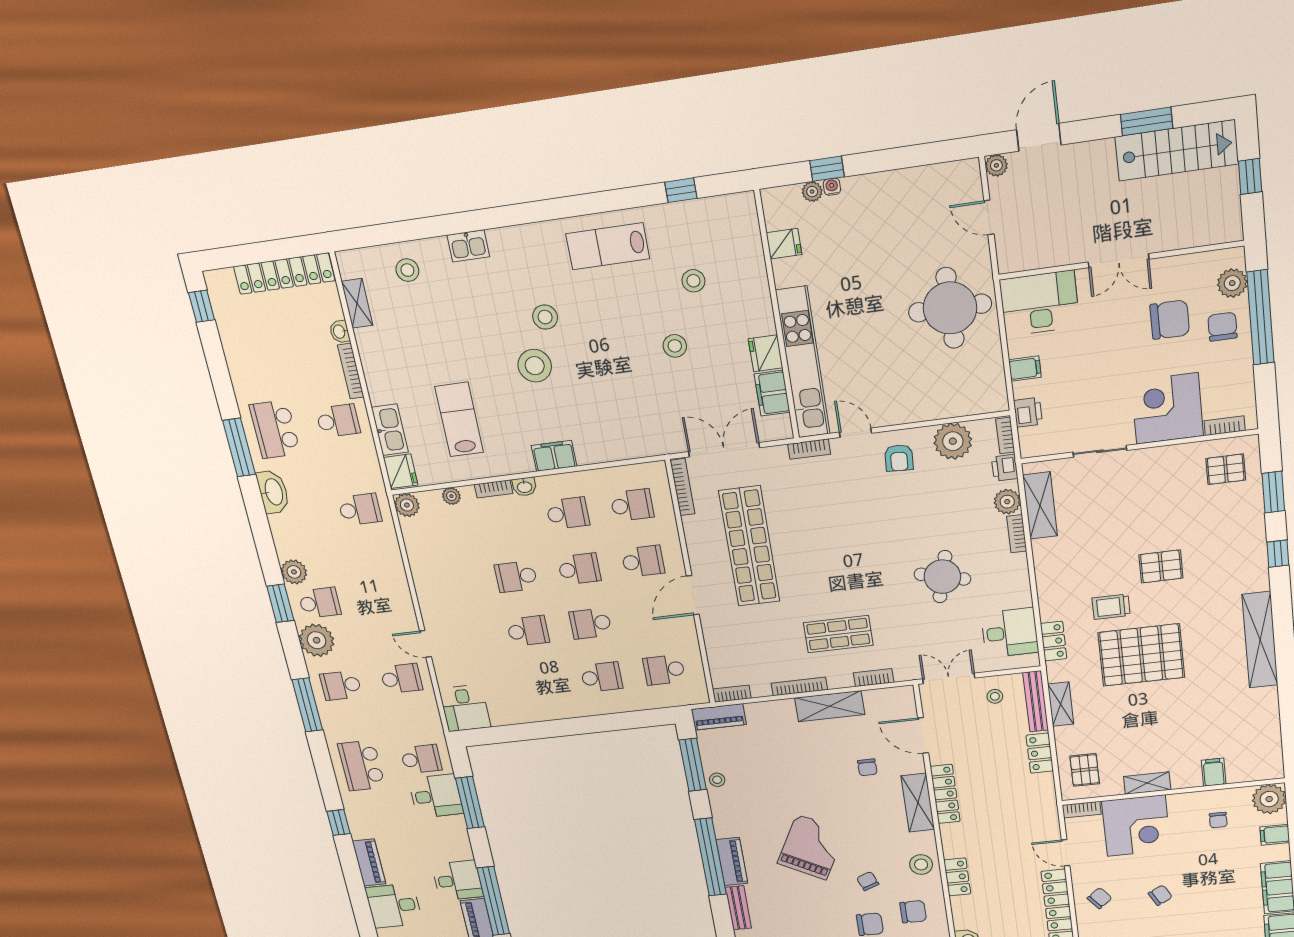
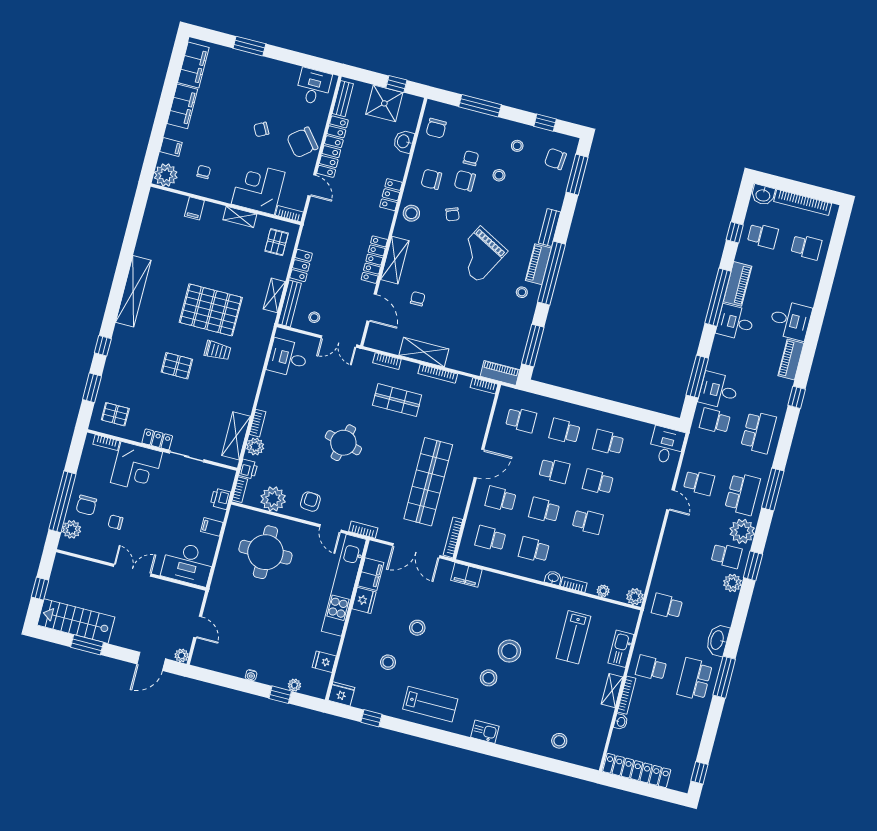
water cooler: (832, 187) -> (251, 675), moved
kitchen sink: (468, 246) -> (485, 732), moved
shelving: (357, 303) -> (612, 691), moved
round table: (950, 308) -> (265, 552), moved
chair: (1170, 320) -> (115, 522), width x0.54, depth x0.54
school desk: (275, 429) -> (695, 679), turned 180
filing cabinet: (554, 456) -> (466, 575), moved
fridge: (401, 471) -> (341, 694), moved, turned 90
round table: (942, 577) -> (343, 443), moved
school desk: (320, 603) -> (727, 556), turned 180
locker: (1054, 641) -> (157, 439), moved, turned 90
school desk: (401, 678) -> (699, 483), turned 180
school desk: (540, 684) -> (608, 442), added
school desk: (341, 685) -> (742, 494), width x1.85
stool: (717, 780) -> (522, 292), moved
chair: (1100, 898) -> (302, 142), width x1.87, depth x1.87

